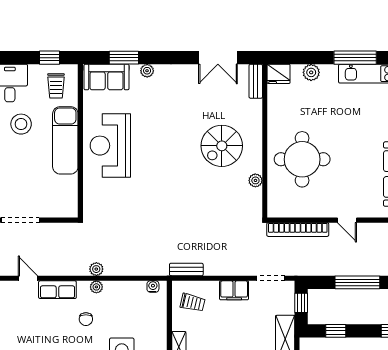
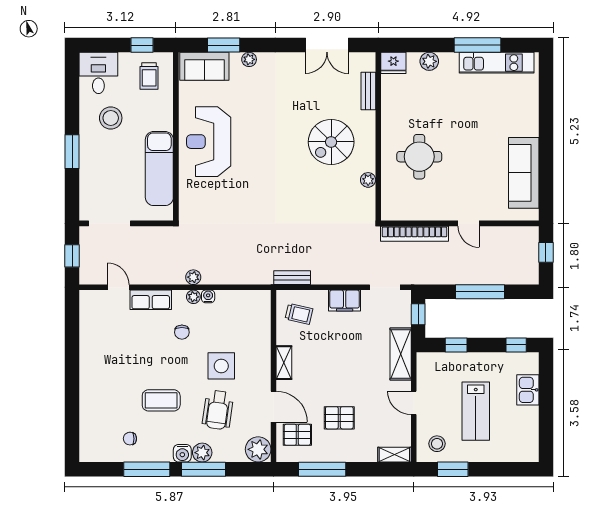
bench: (256, 81) -> (368, 91), moved
exam couch: (65, 140) -> (159, 169), moved
round table: (302, 159) -> (419, 157), width x0.73, depth x0.73
water cooler: (153, 287) -> (208, 296), moved

